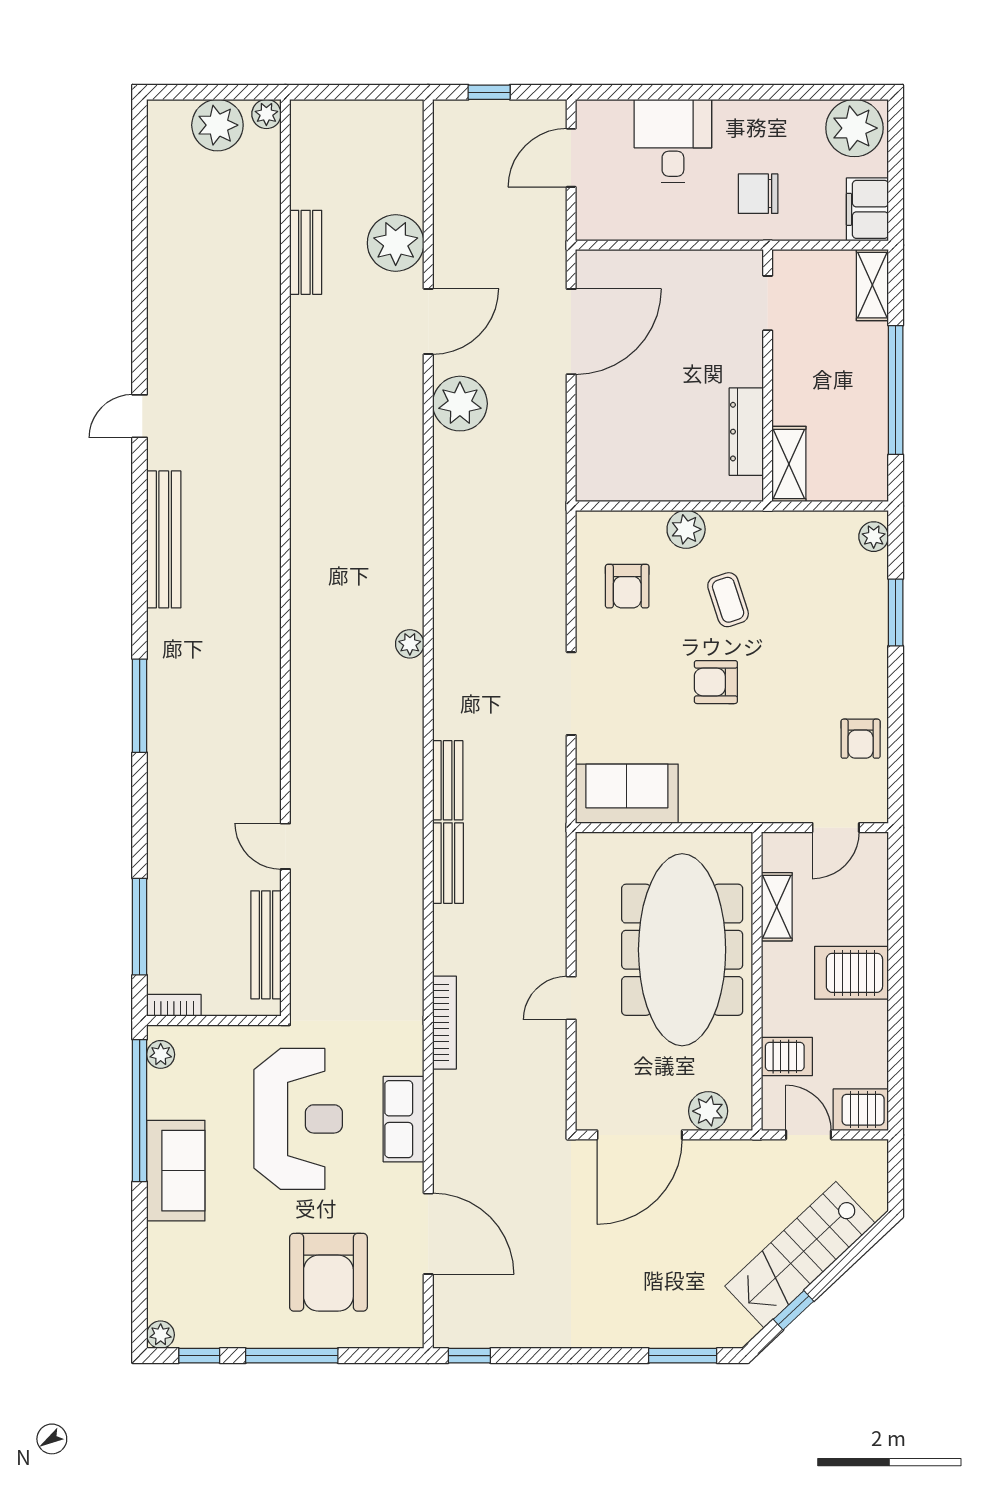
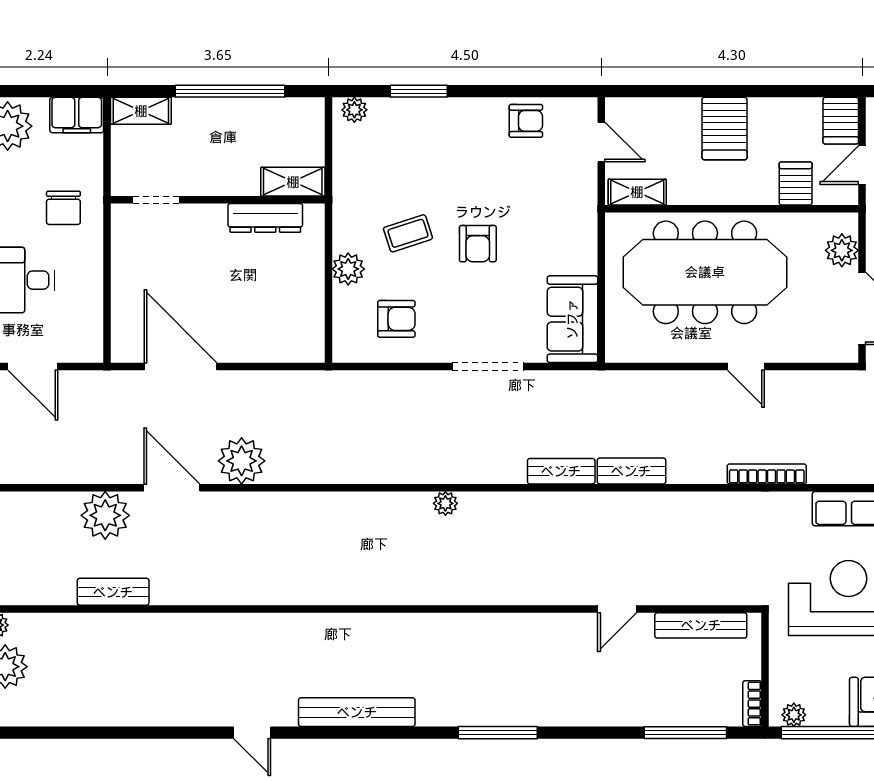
shelving: (777, 907) -> (637, 192), moved

